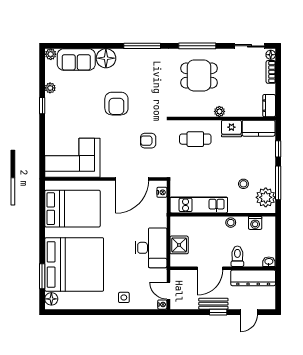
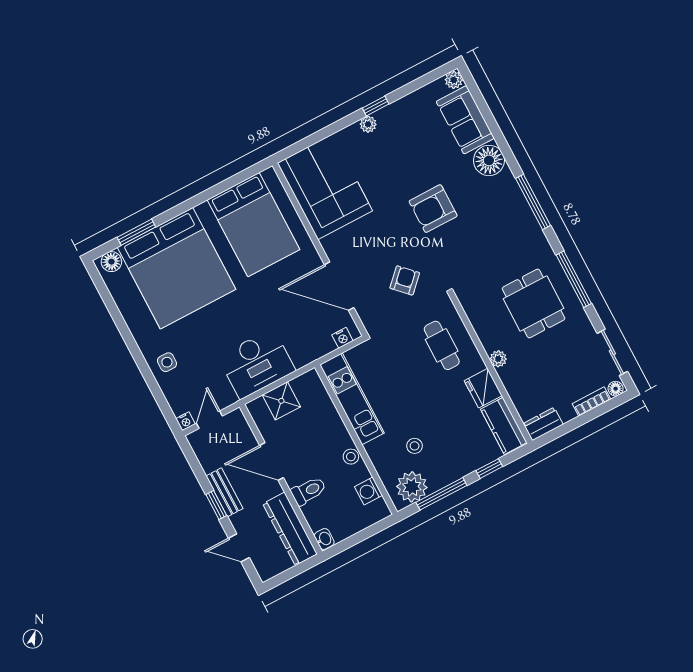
plant: (50, 88) -> (368, 124), moved
armchair: (148, 141) -> (405, 280), turned 45

